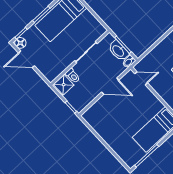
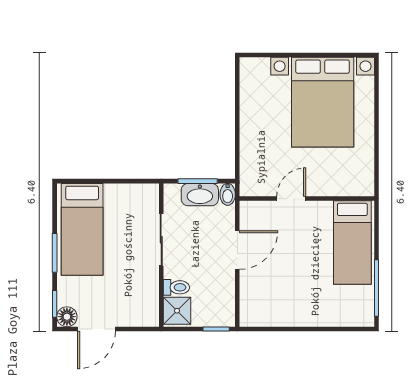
door: (141, 78) -> (291, 199), moved

